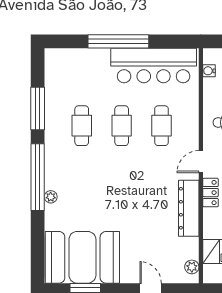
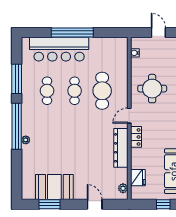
bar counter: (154, 65) -> (59, 49), moved
cafe table: (162, 126) -> (102, 91), width x1.37, depth x1.35
booth: (82, 257) -> (54, 187), width x0.73, depth x0.70

